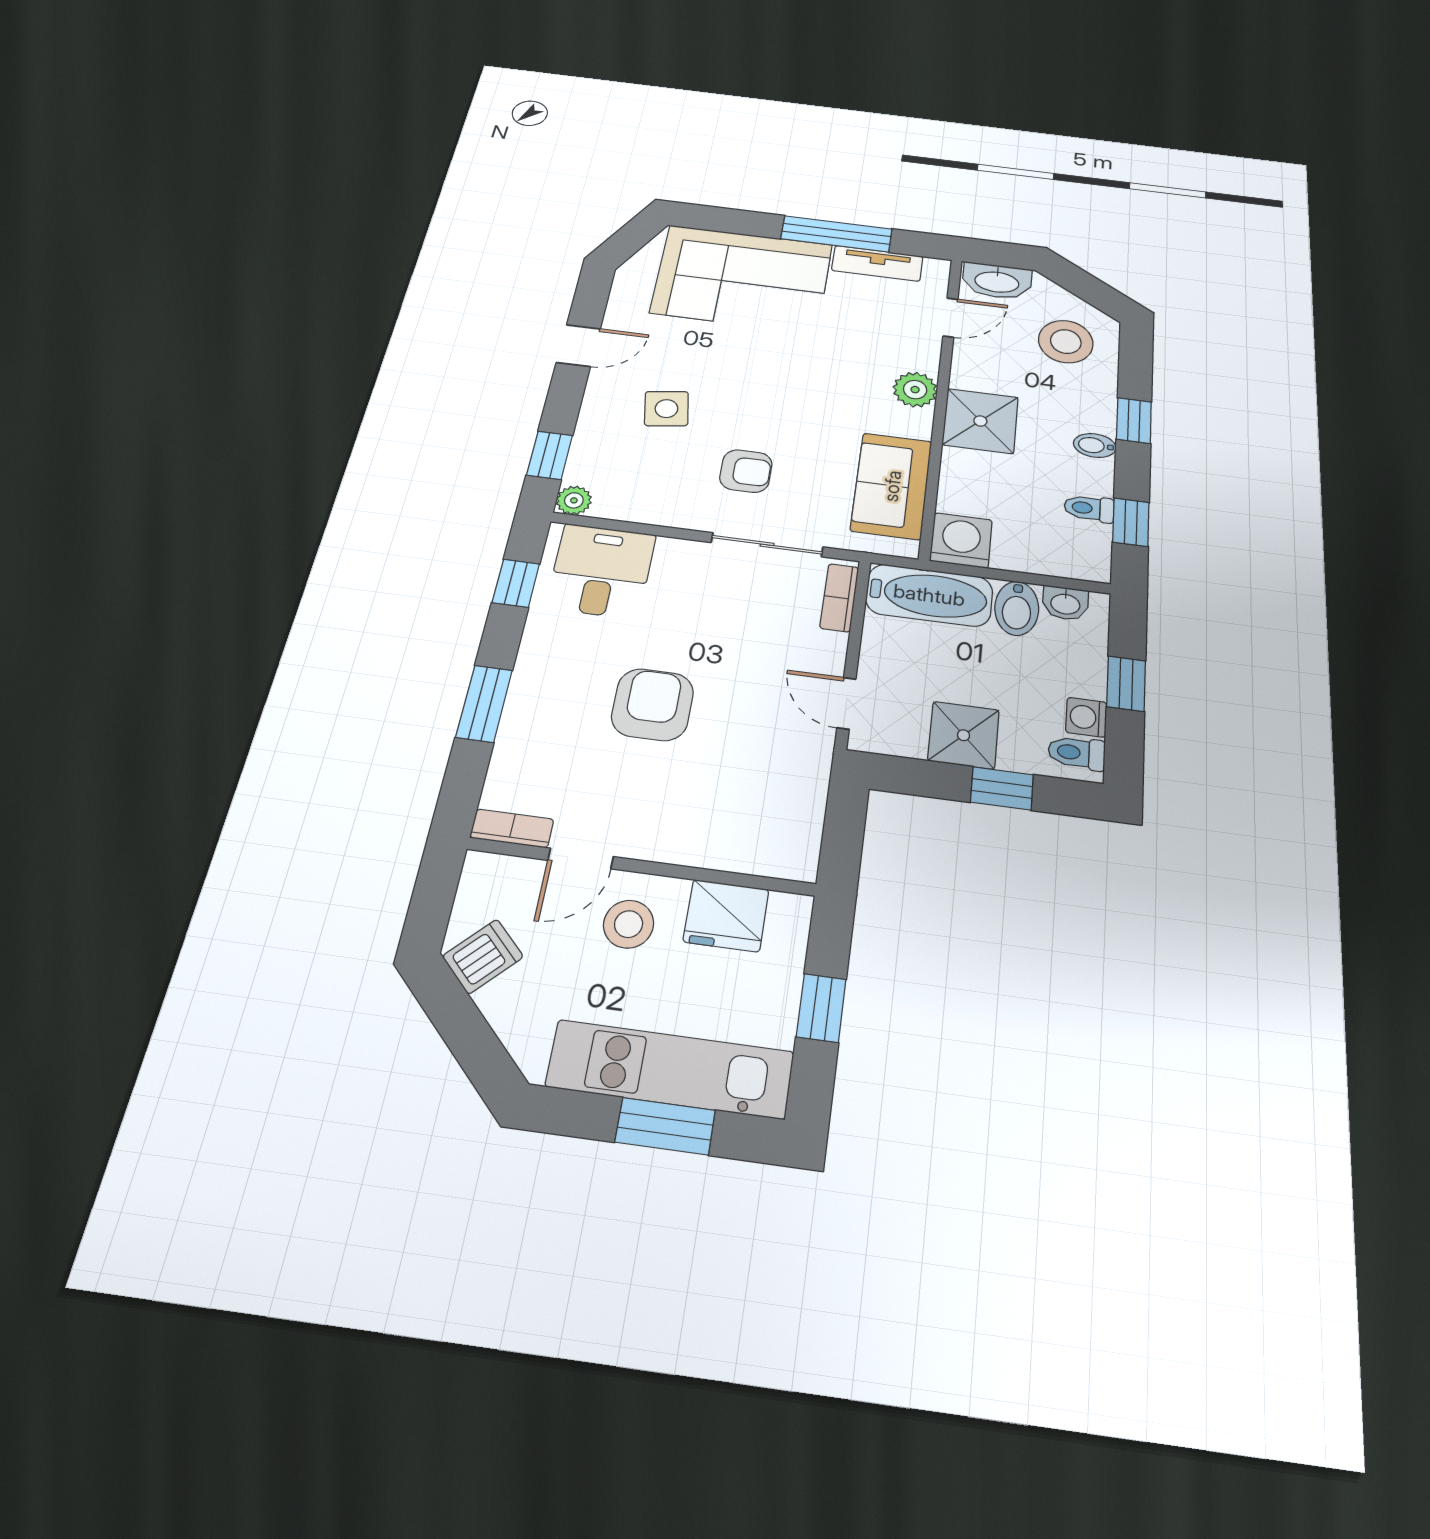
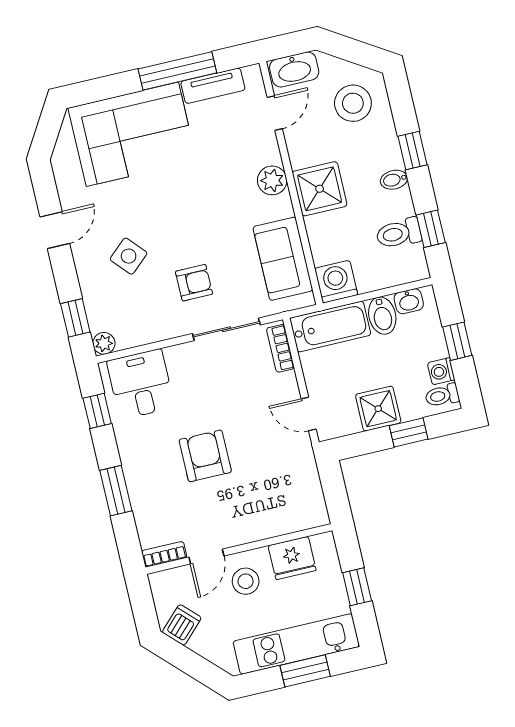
side table: (666, 409) -> (129, 256), turned -33
toilet: (1089, 508) -> (399, 233), width x1.37, depth x1.39

